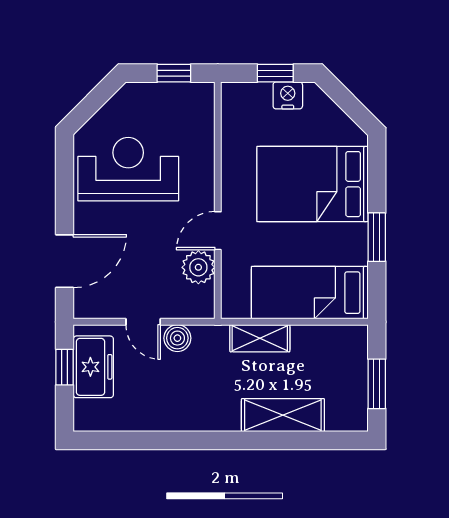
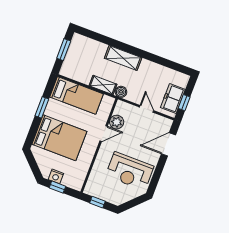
boiler: (177, 338) -> (121, 92), moved
shelving: (283, 415) -> (123, 58), moved

